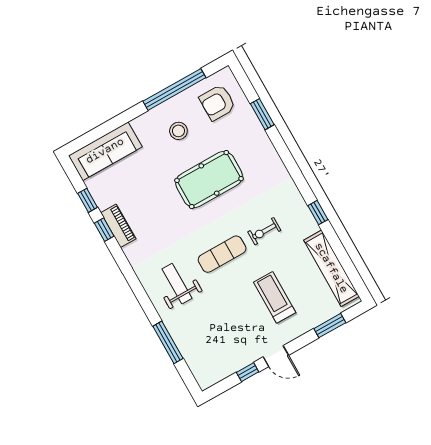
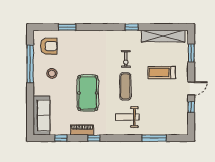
armchair: (217, 103) -> (49, 46), turned -90
pool table: (209, 180) -> (88, 93), moved
window: (104, 230) -> (94, 138), moved

